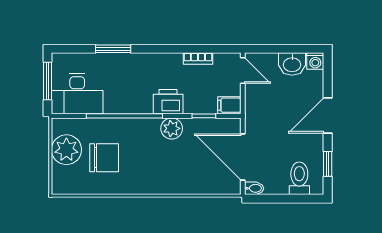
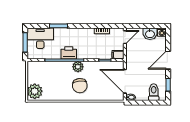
door: (243, 71) -> (125, 37), hinge flipped
desk: (77, 94) -> (40, 38), moved, turned 180
printer: (168, 102) -> (69, 53), moved
plant: (172, 128) -> (78, 67), moved
plant: (66, 150) -> (35, 91), moved
chair: (104, 158) -> (80, 86), moved, turned 85

